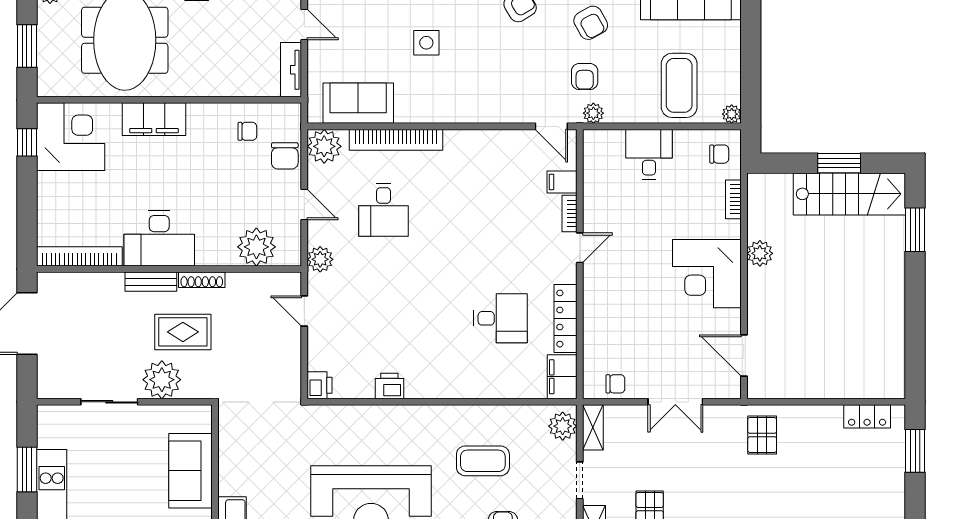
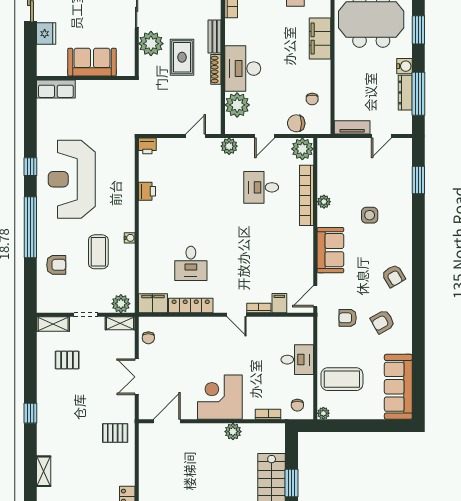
sofa: (358, 103) -> (330, 250), moved
plant: (593, 113) -> (324, 202), moved
desk: (159, 238) -> (243, 69), moved
water cooler: (461, 413) -> (130, 238), added

